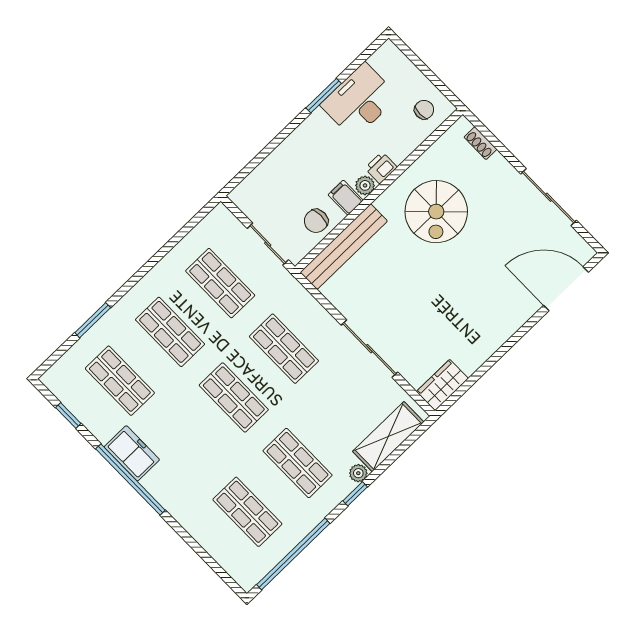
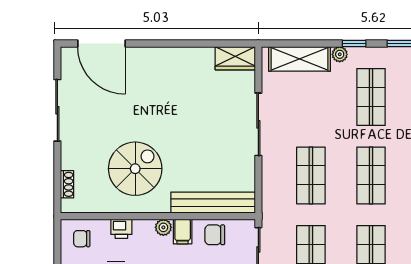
printer: (381, 168) -> (121, 229), moved
chair: (316, 221) -> (215, 235), turned 180

